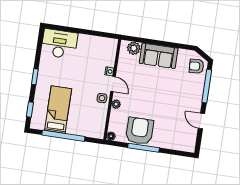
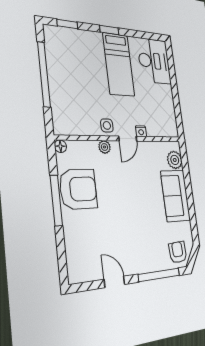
bed: (58, 110) -> (119, 64), moved, turned 90
door: (201, 121) -> (114, 282), hinge flipped

